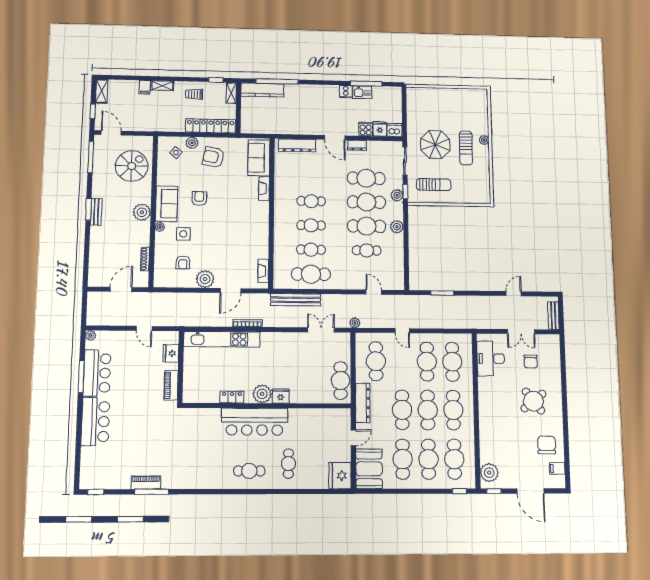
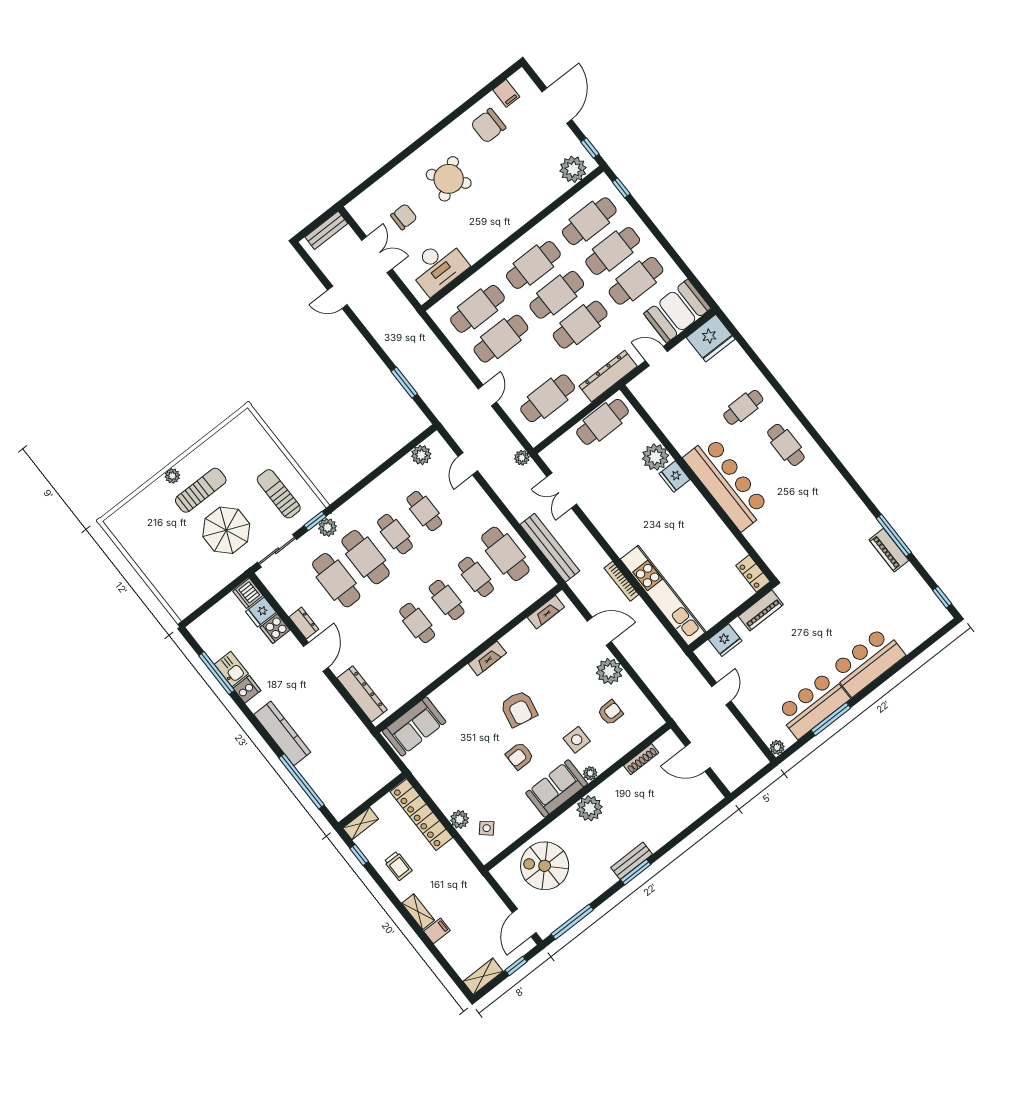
kitchen counter: (262, 90) -> (282, 733), moved
armchair: (213, 157) -> (519, 709), moved
fireplace: (264, 189) -> (487, 658), moved
cafe table: (367, 226) -> (395, 534), width x0.73, depth x0.74
plant: (397, 227) -> (421, 455), moved
plant: (262, 394) -> (655, 457), moved
locker: (232, 397) -> (753, 574), moved

